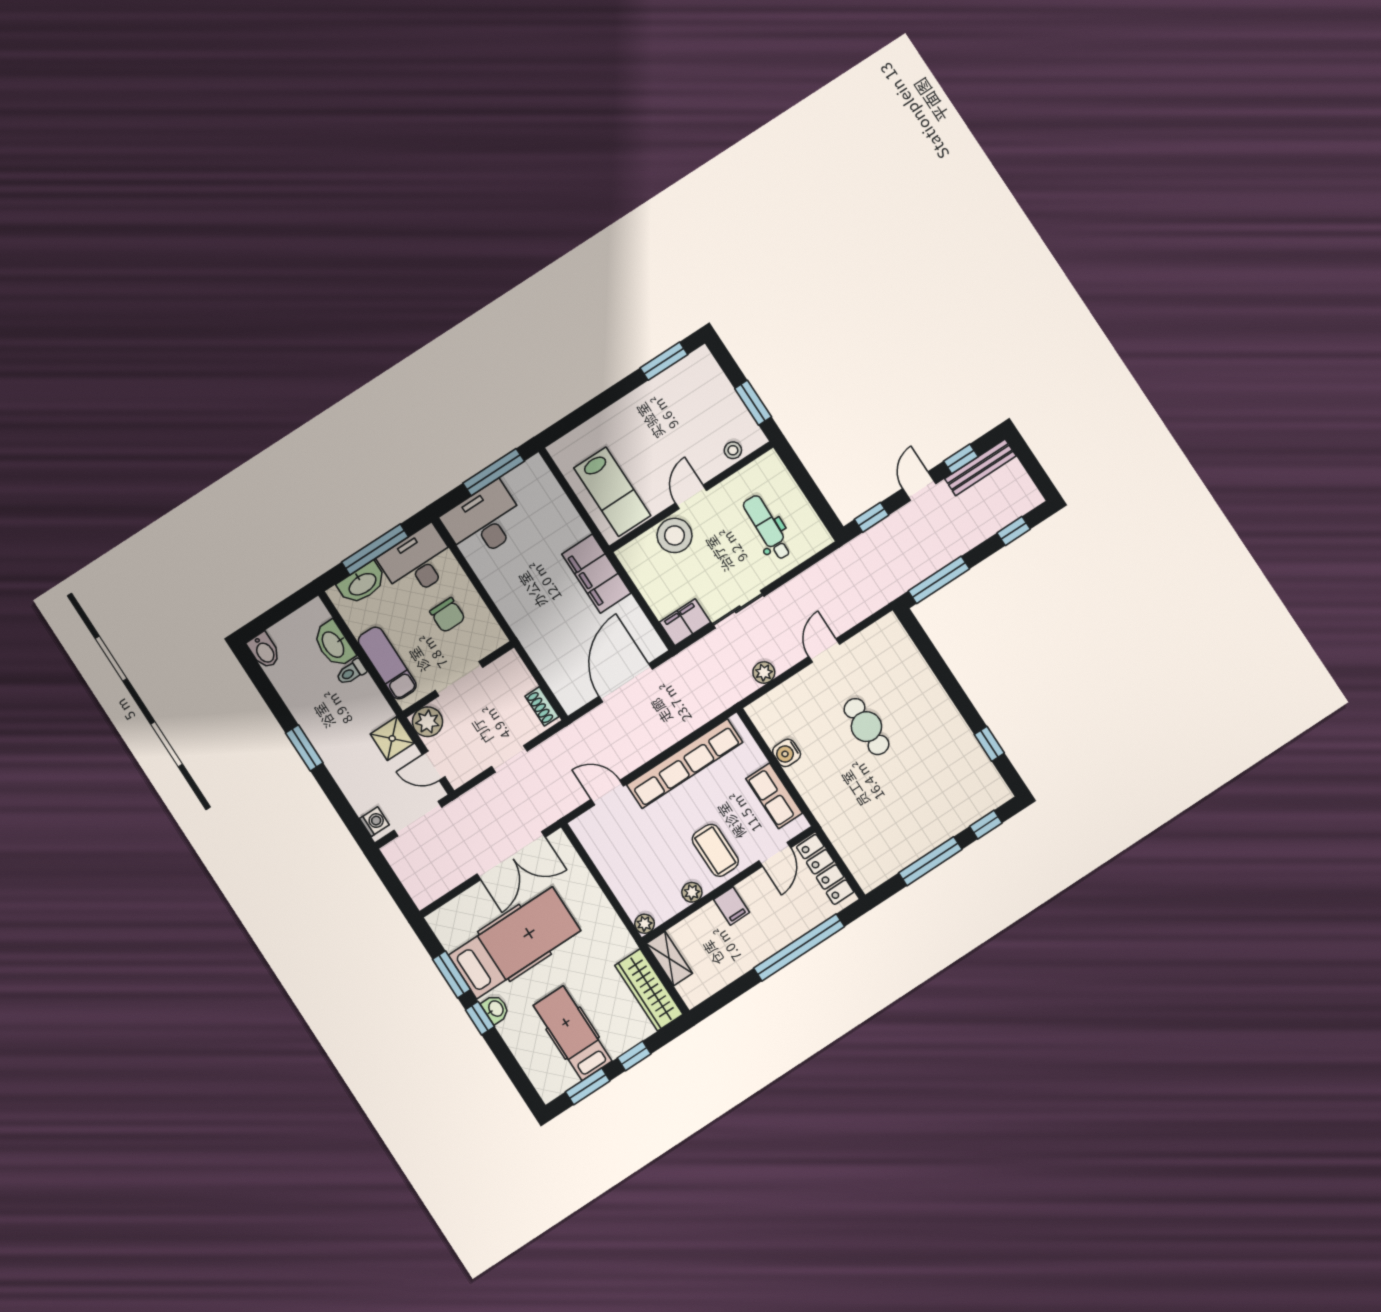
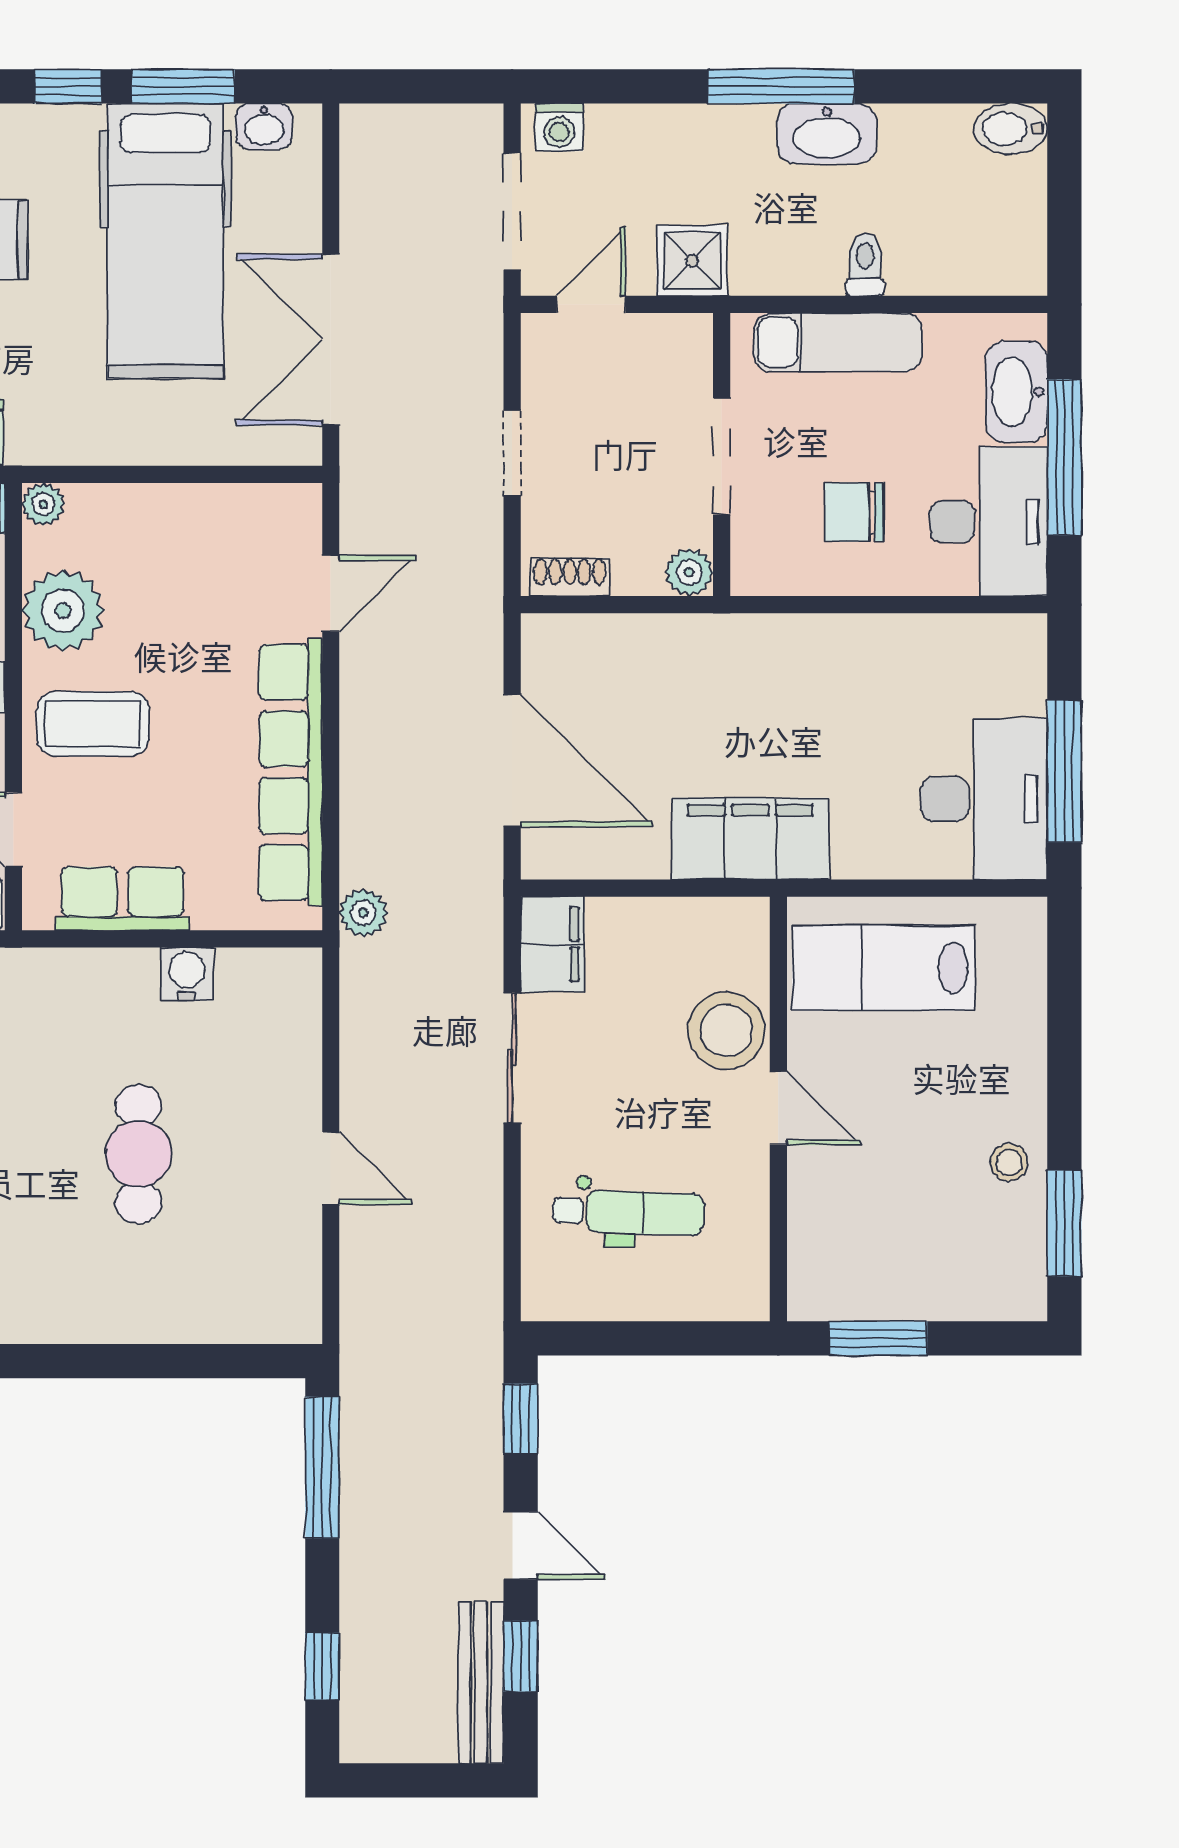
stool: (733, 450) -> (1009, 1162), moved
desk: (484, 521) -> (984, 799), moved
washbasin: (334, 644) -> (827, 134), moved, turned 180
plant: (764, 673) -> (363, 913), moved
plant: (427, 722) -> (689, 572), moved, width x0.73, depth x0.73
cafe table: (866, 727) -> (138, 1154), turned 90
window: (304, 748) -> (781, 86), width x1.44
plant: (692, 892) -> (63, 611), width x1.87, depth x1.87
washbasin: (495, 1009) -> (264, 126), moved

